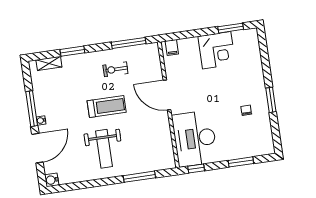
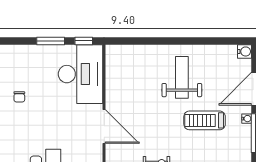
treadmill: (107, 107) -> (205, 120), moved
window: (241, 162) -> (51, 41), moved
window: (139, 177) -> (147, 41), removed

